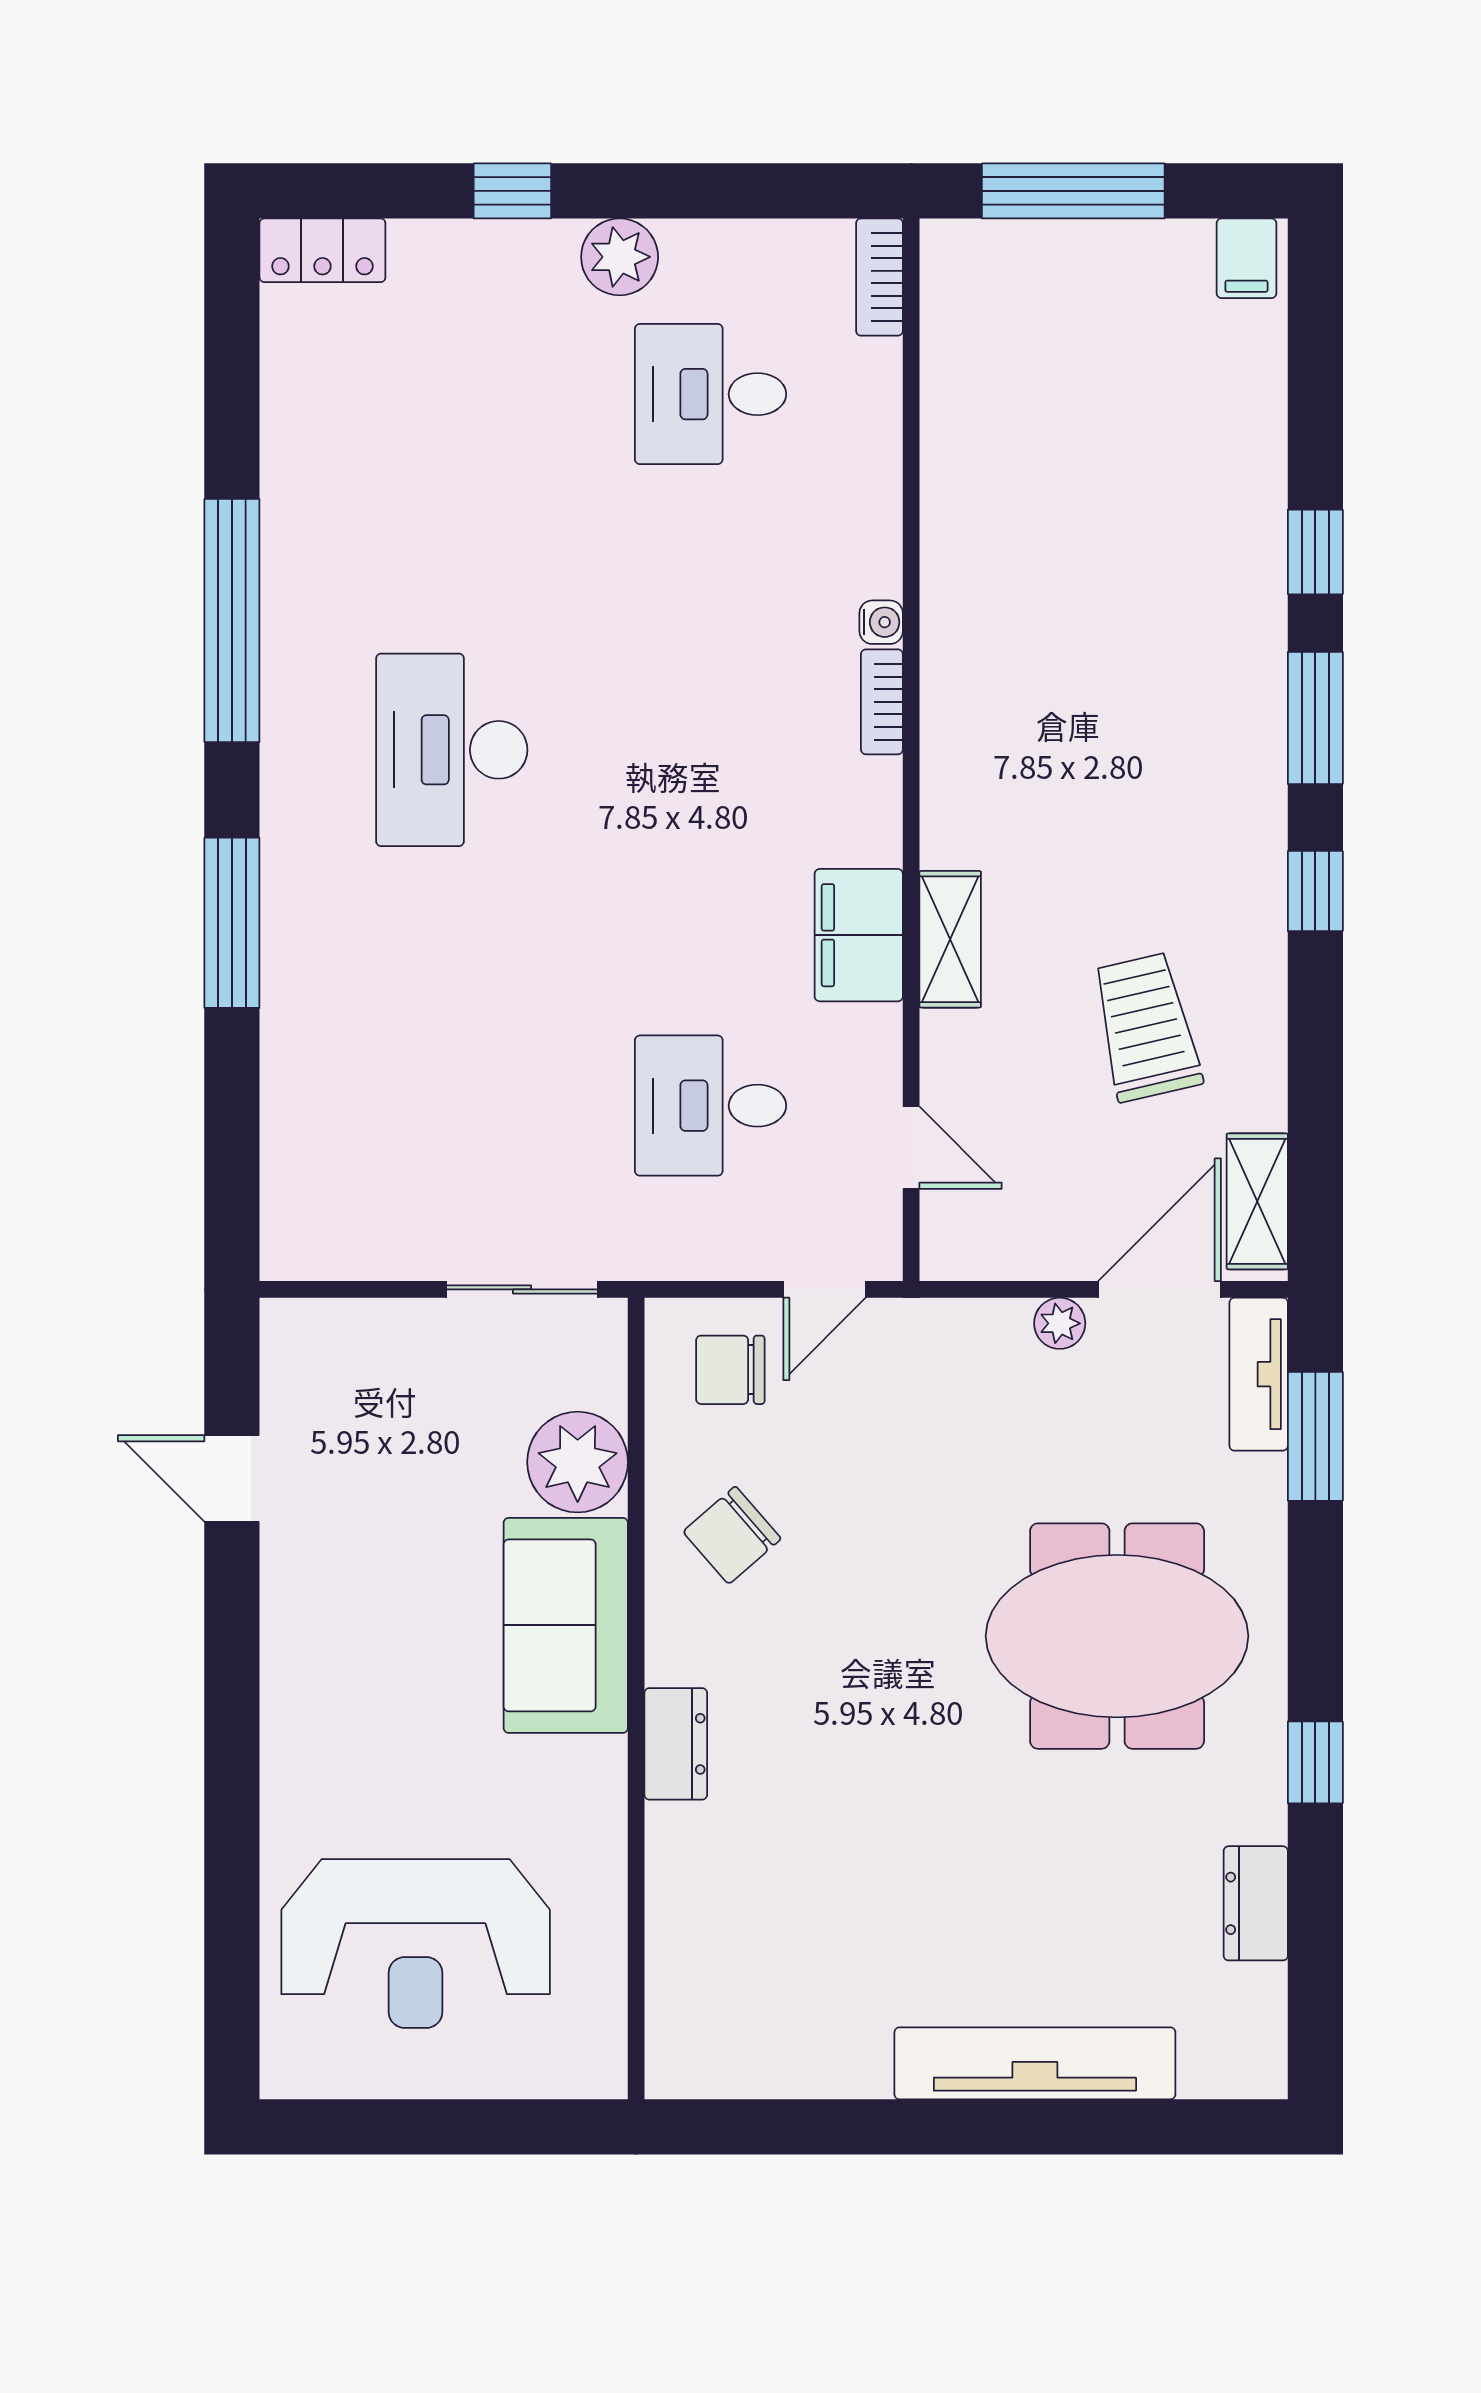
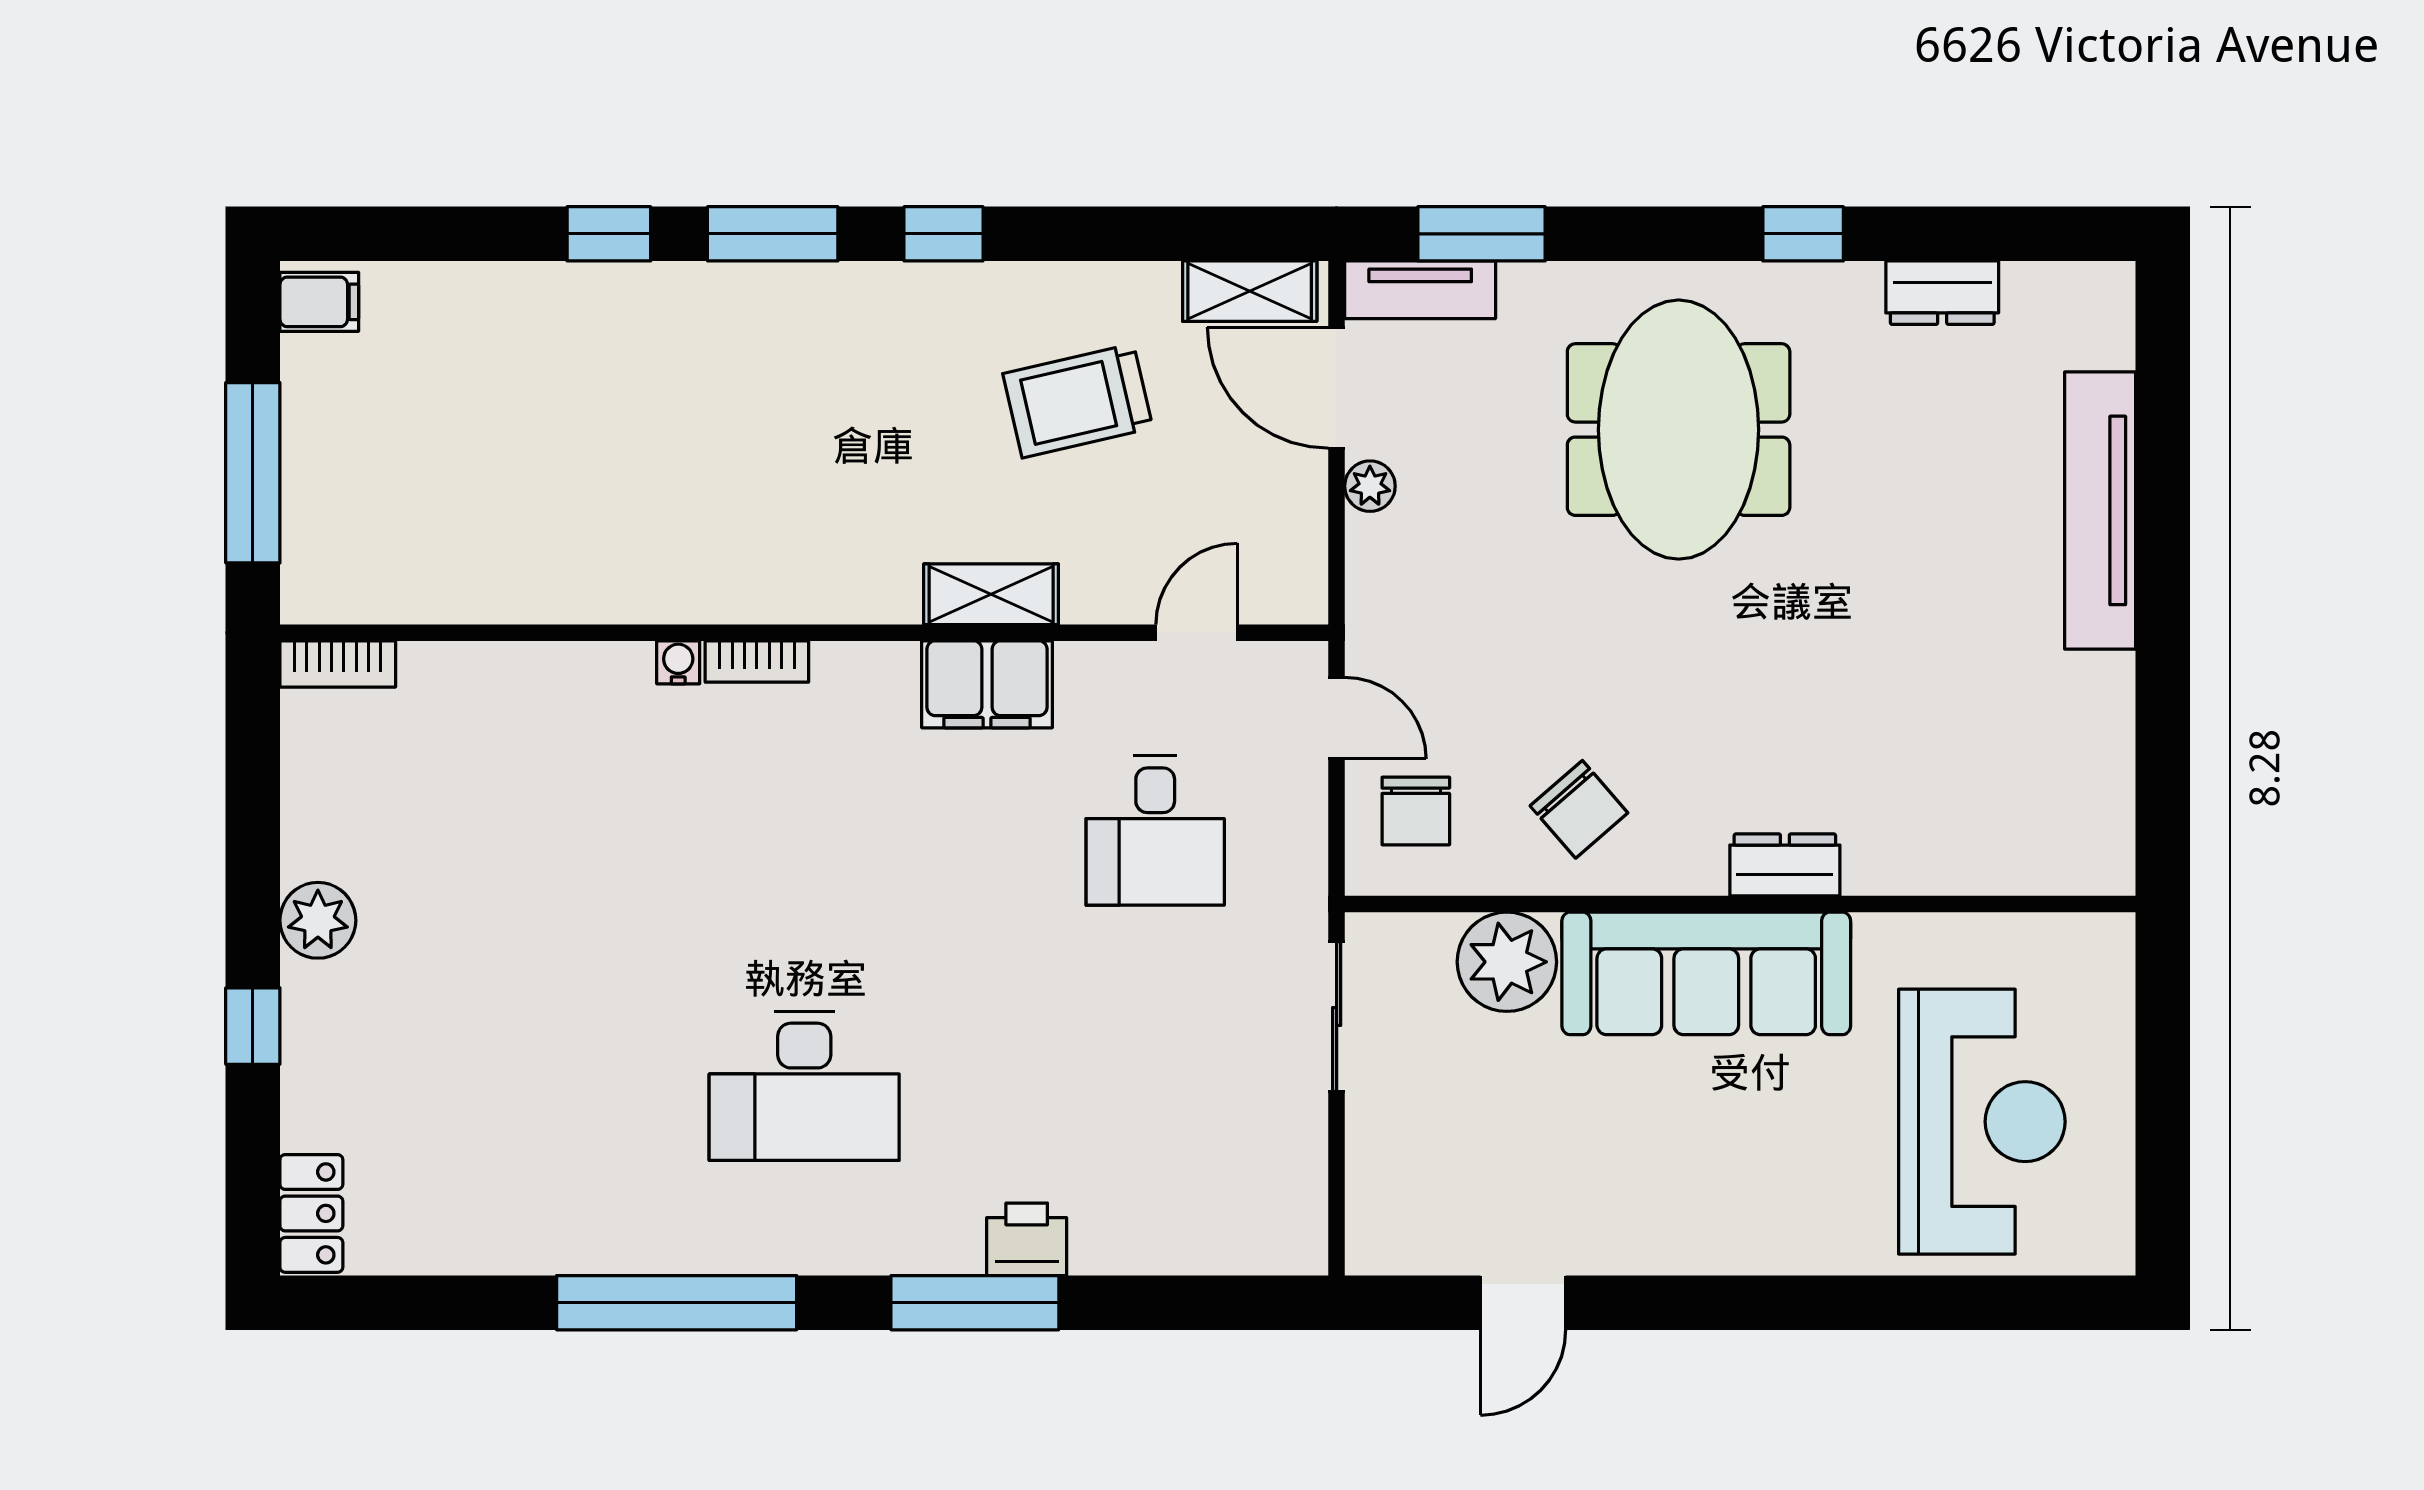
desk: (711, 394) -> (453, 831), removed
printer: (296, 975) -> (1027, 1239), added
sofa: (566, 1625) -> (1706, 973), width x1.36

